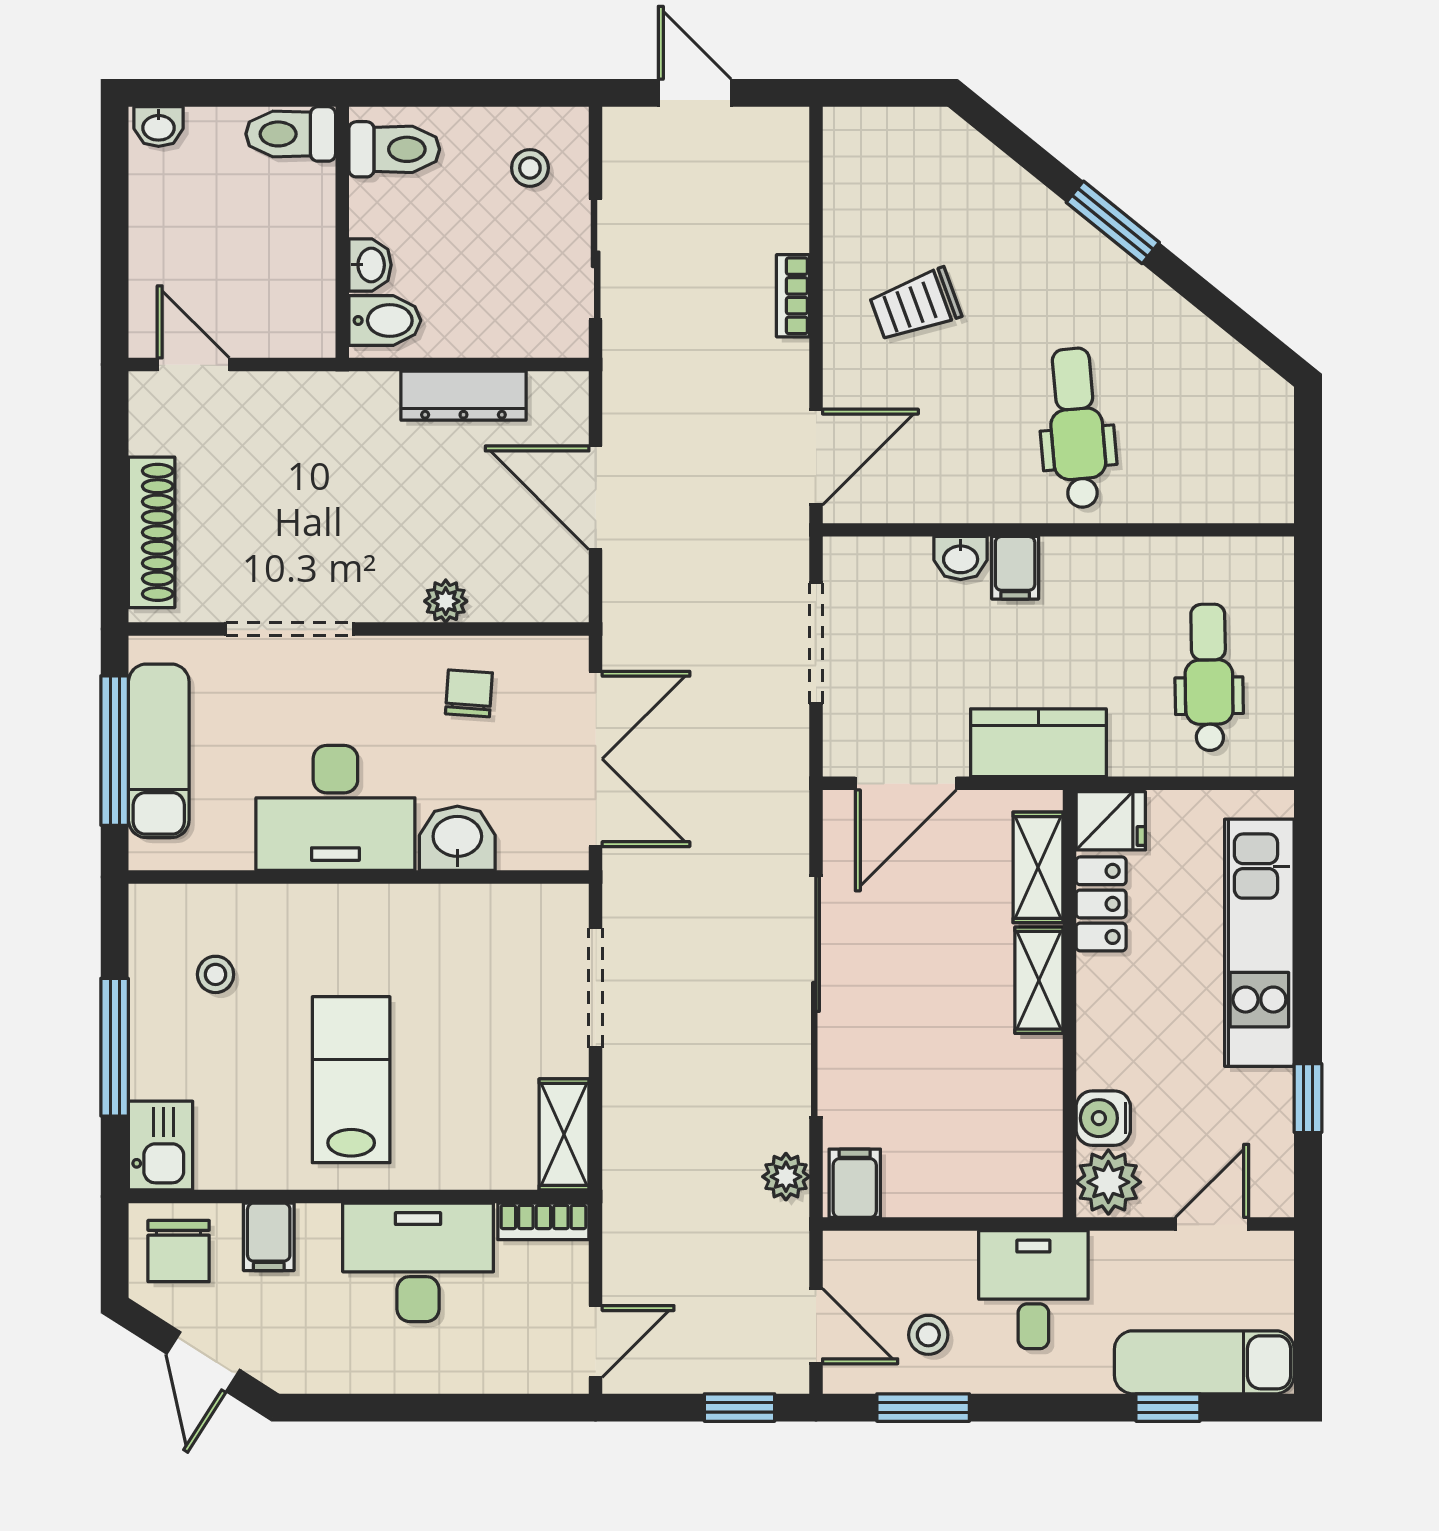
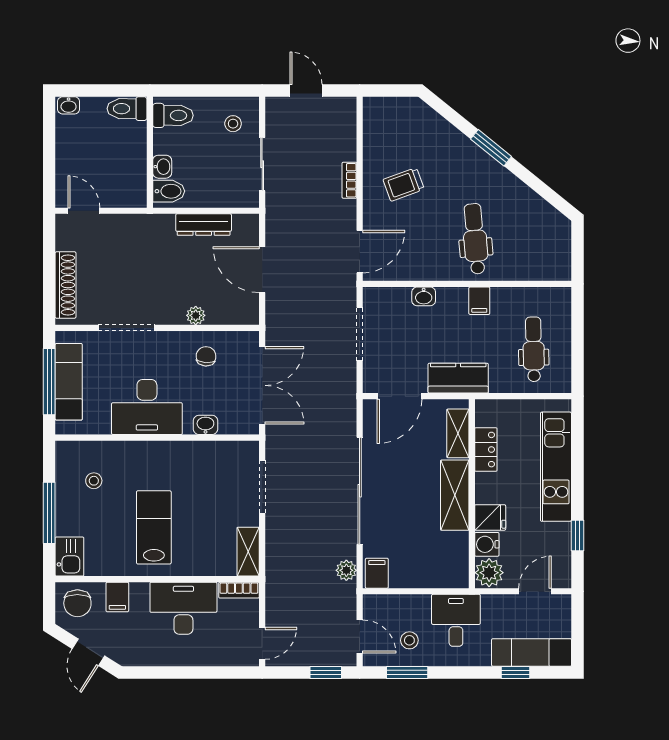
filing cabinet: (1015, 568) -> (479, 301), moved
fridge: (1111, 821) -> (490, 517), moved
washbasin: (457, 838) -> (205, 425), width x0.72, depth x0.69
shelving: (1039, 980) -> (455, 495), width x1.50, depth x1.33

